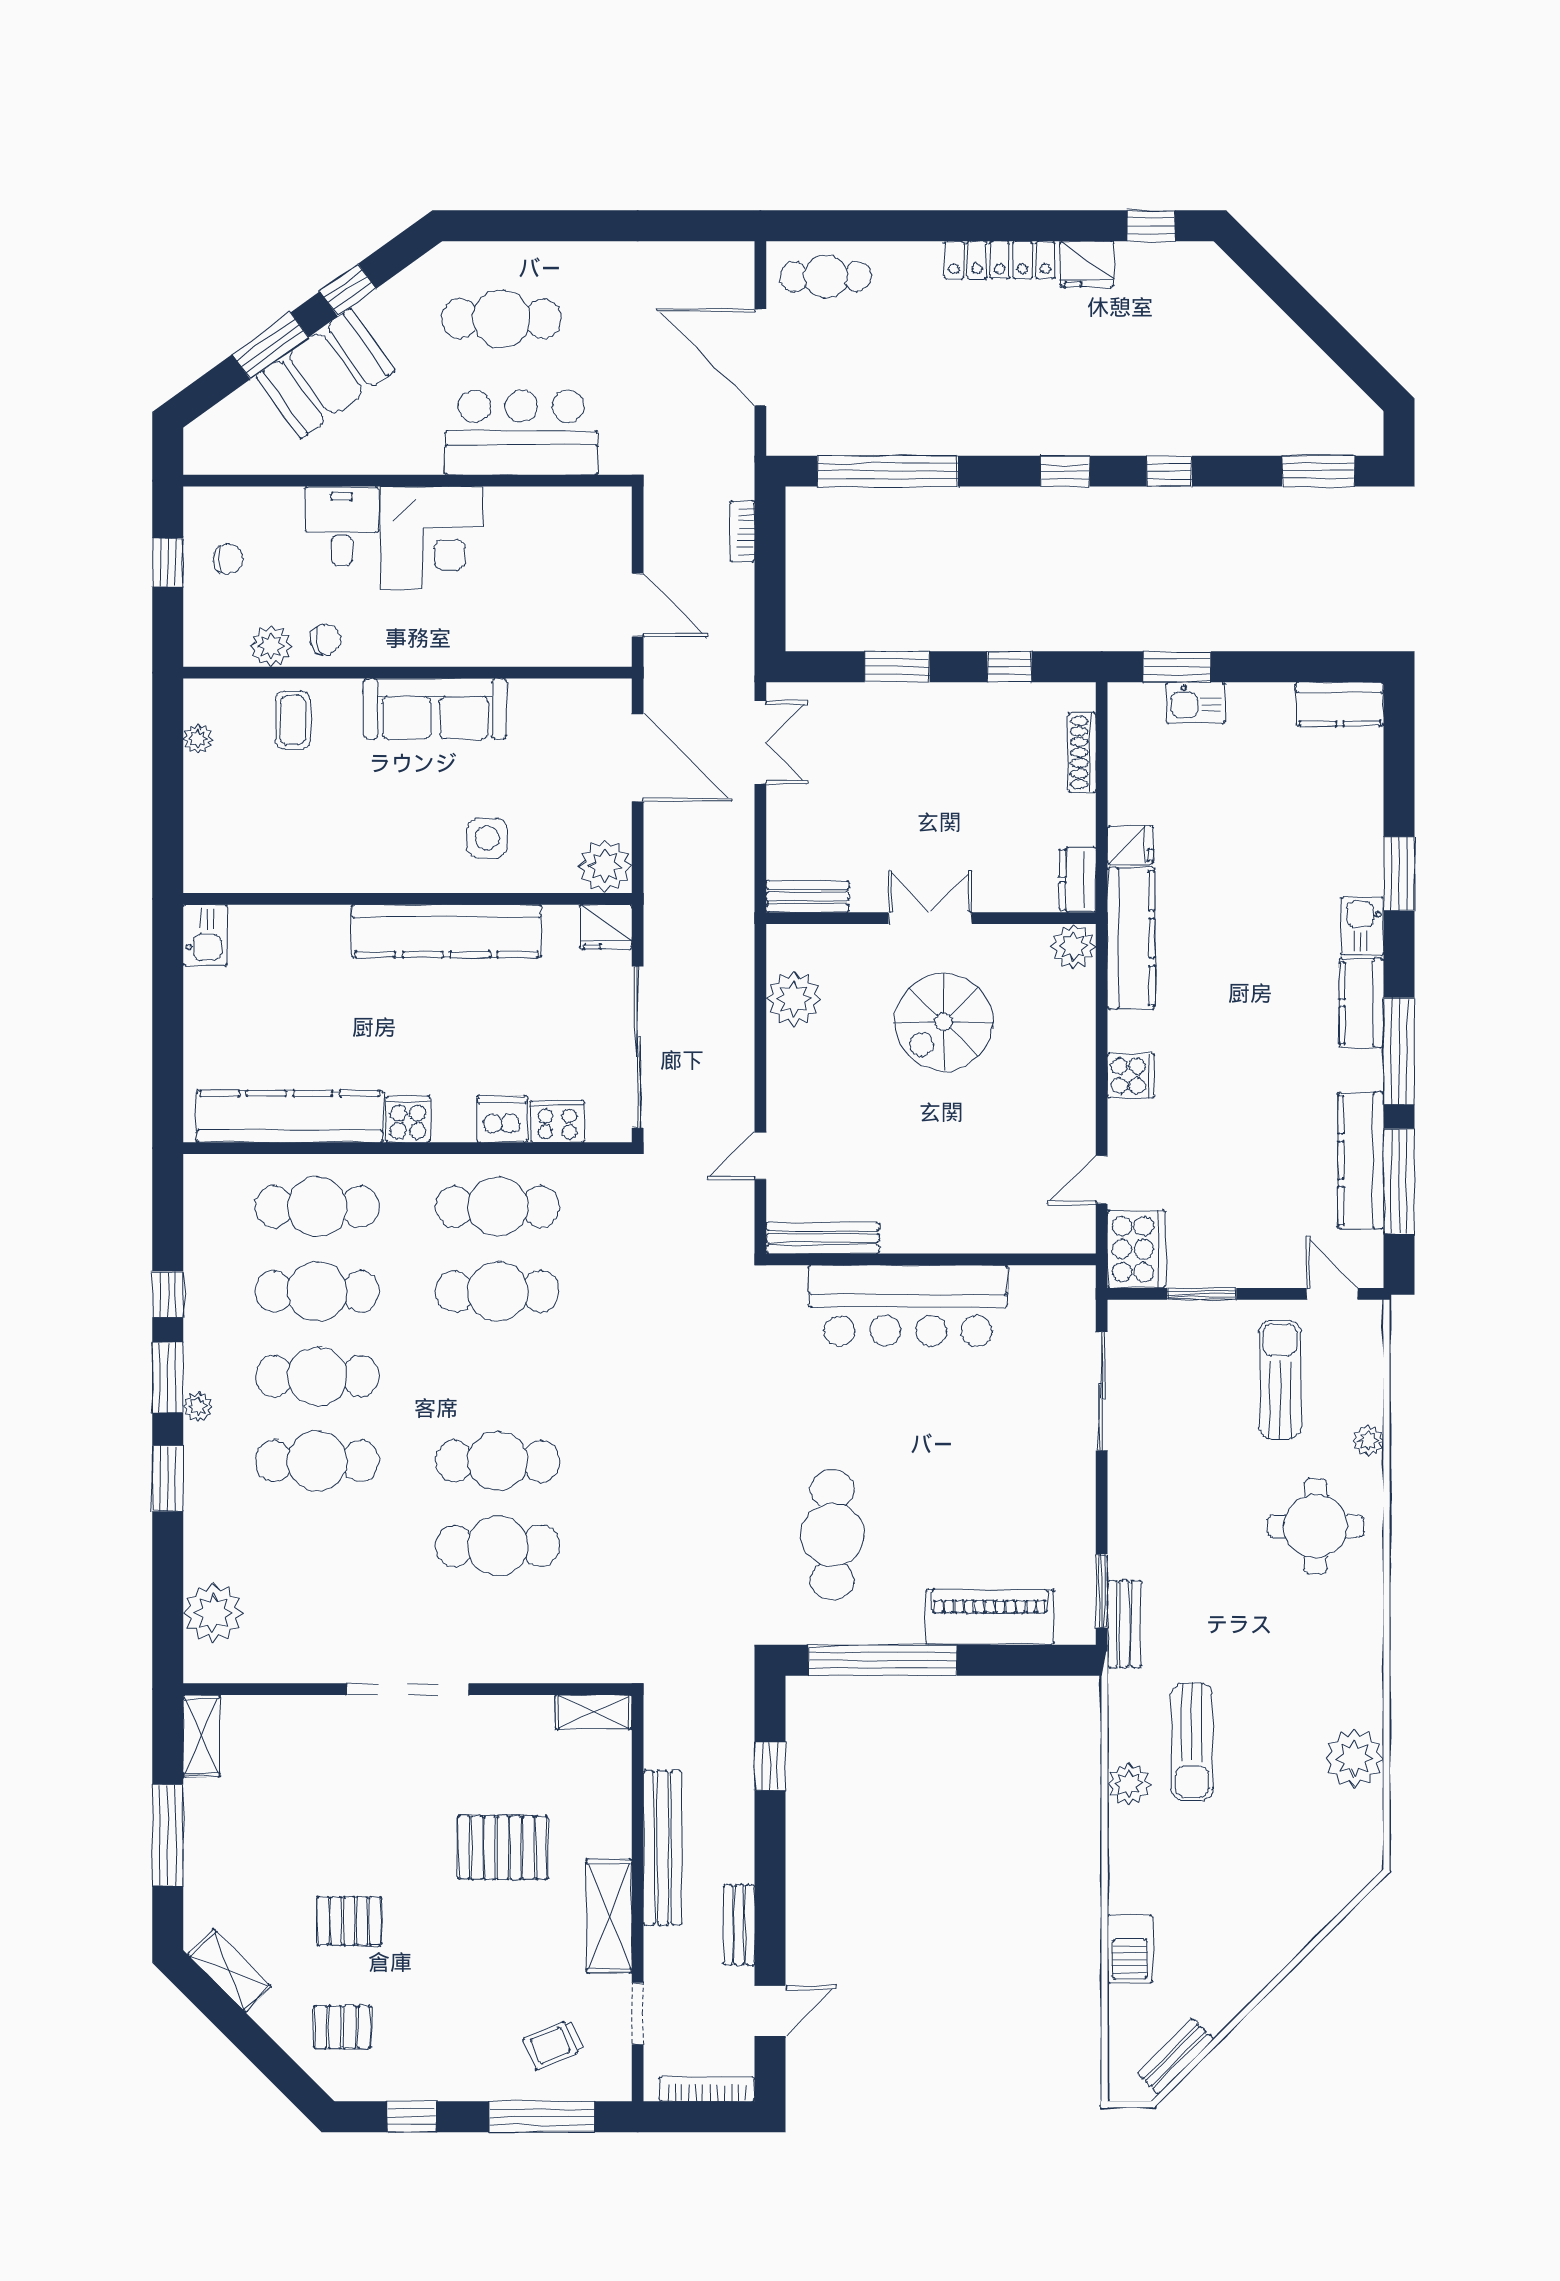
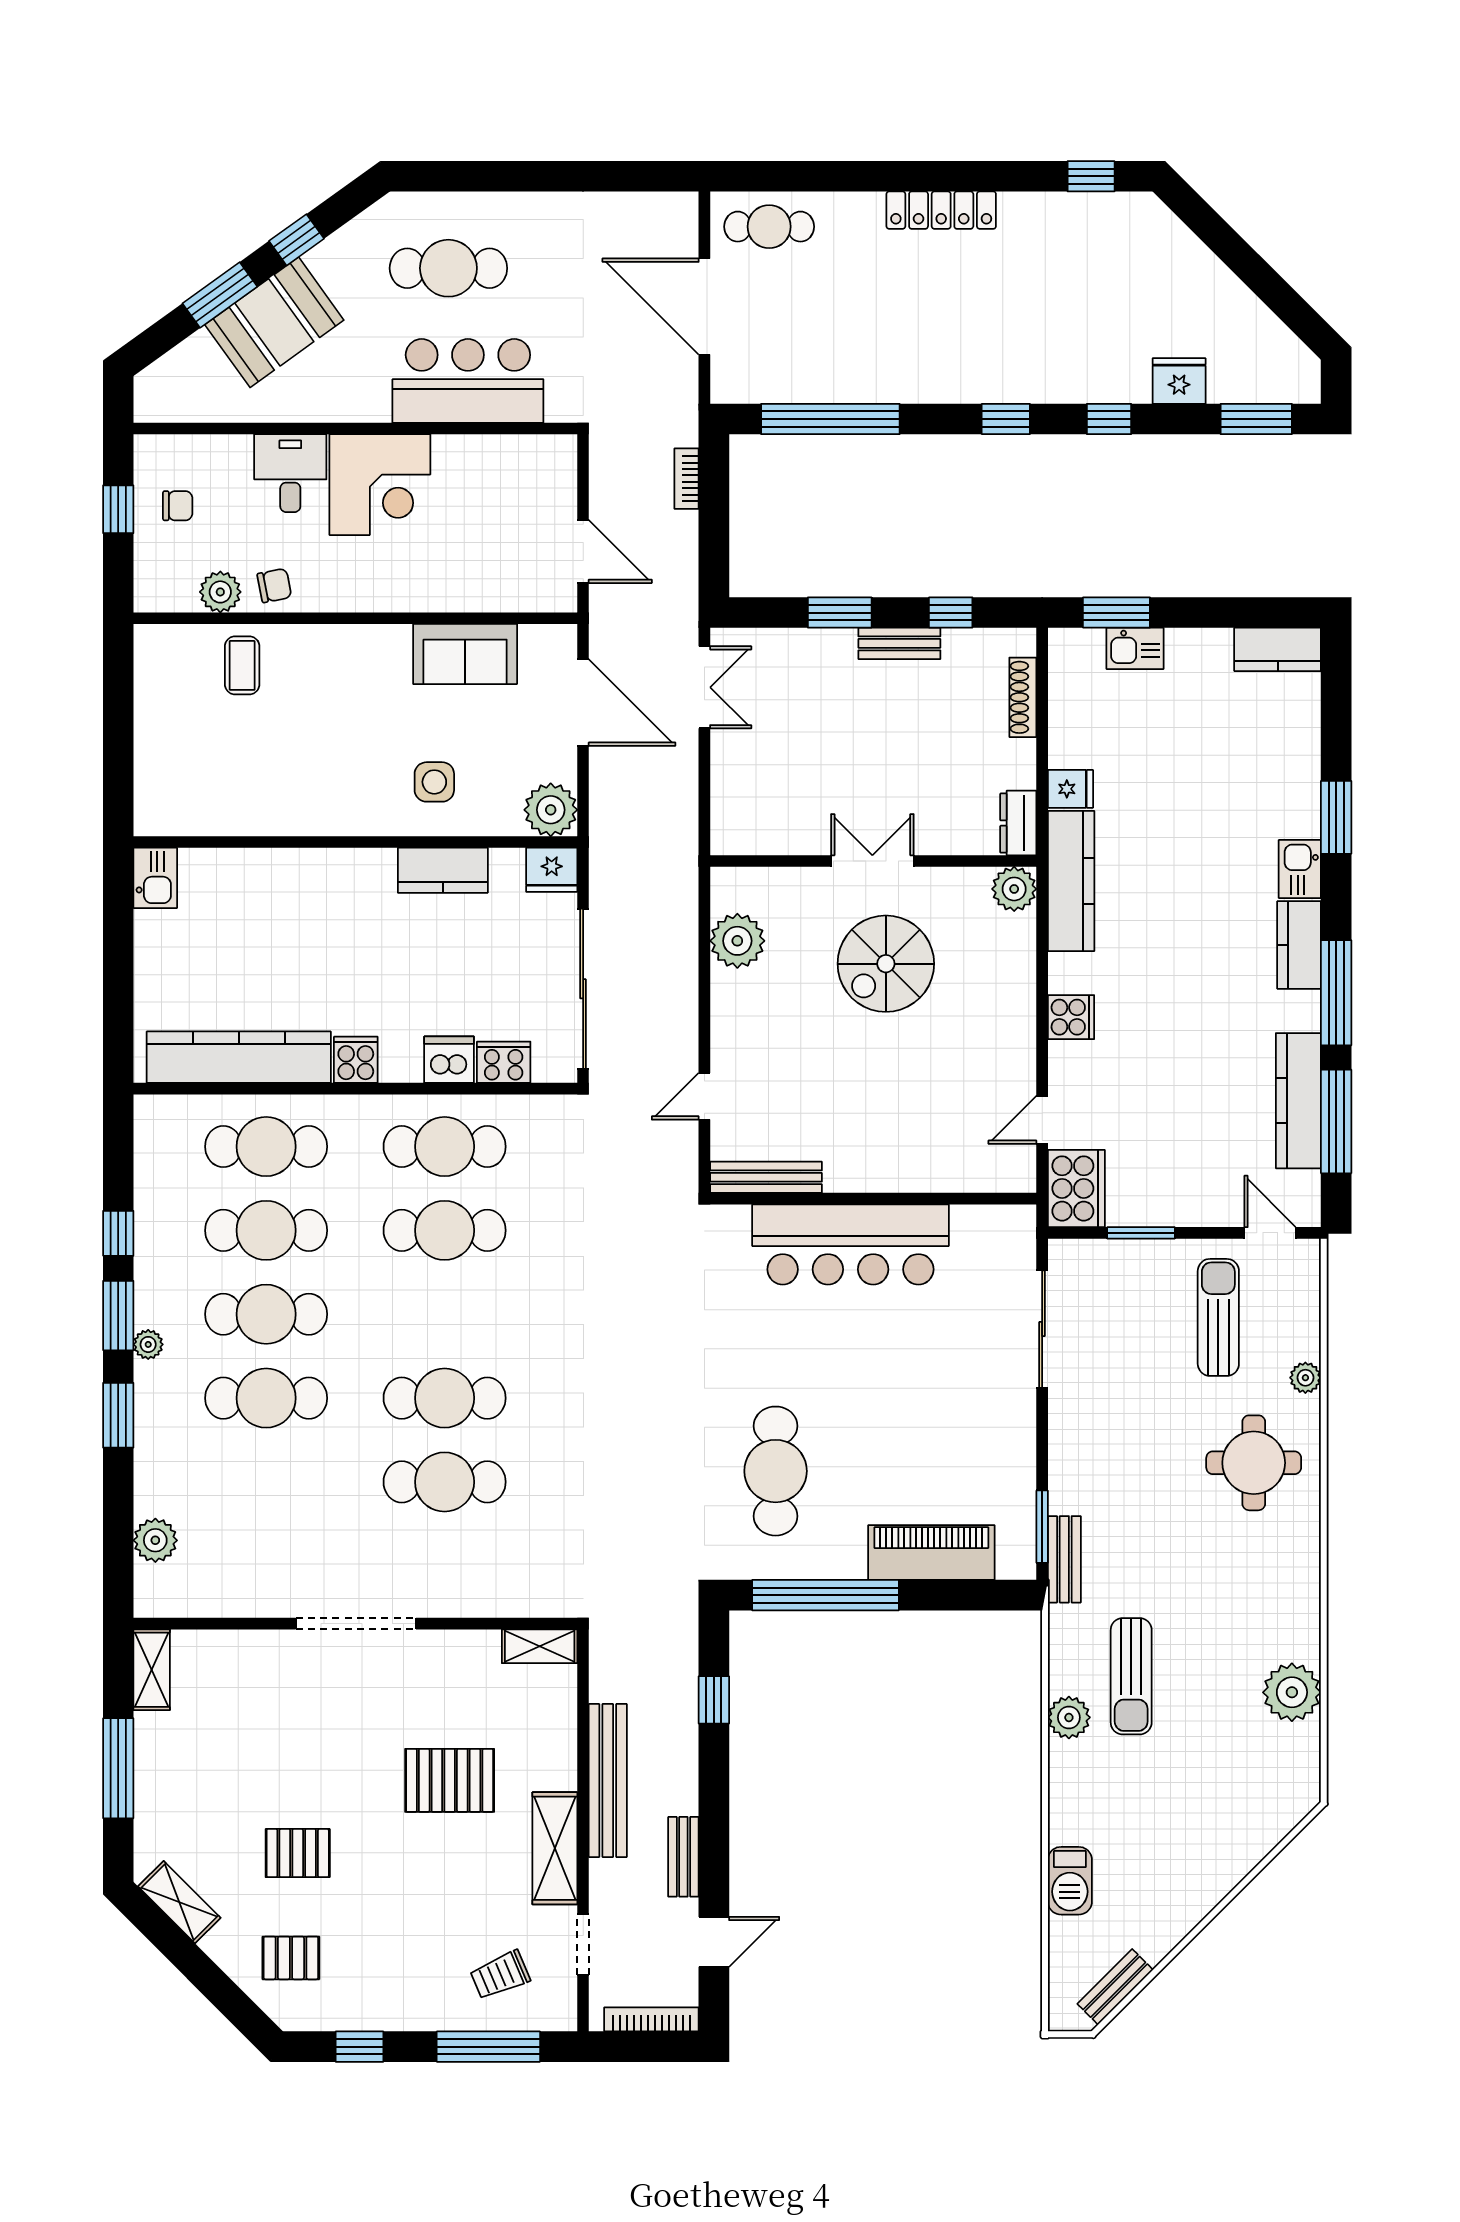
fridge: (1087, 264) -> (1179, 381), moved, turned 180
sofa: (435, 709) -> (465, 654), moved, width x0.73
plant: (198, 739) -> (148, 684), removed
bench: (808, 896) -> (899, 643), moved
kitchen counter: (447, 931) -> (443, 870), width x0.48, depth x0.86
plant: (213, 1613) -> (155, 1540), width x0.73, depth x0.73

